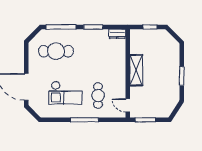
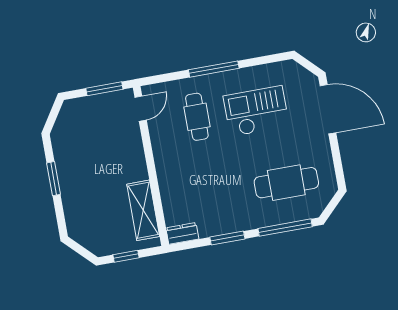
shelving: (136, 70) -> (143, 210), moved
door: (128, 105) -> (141, 109), hinge flipped

